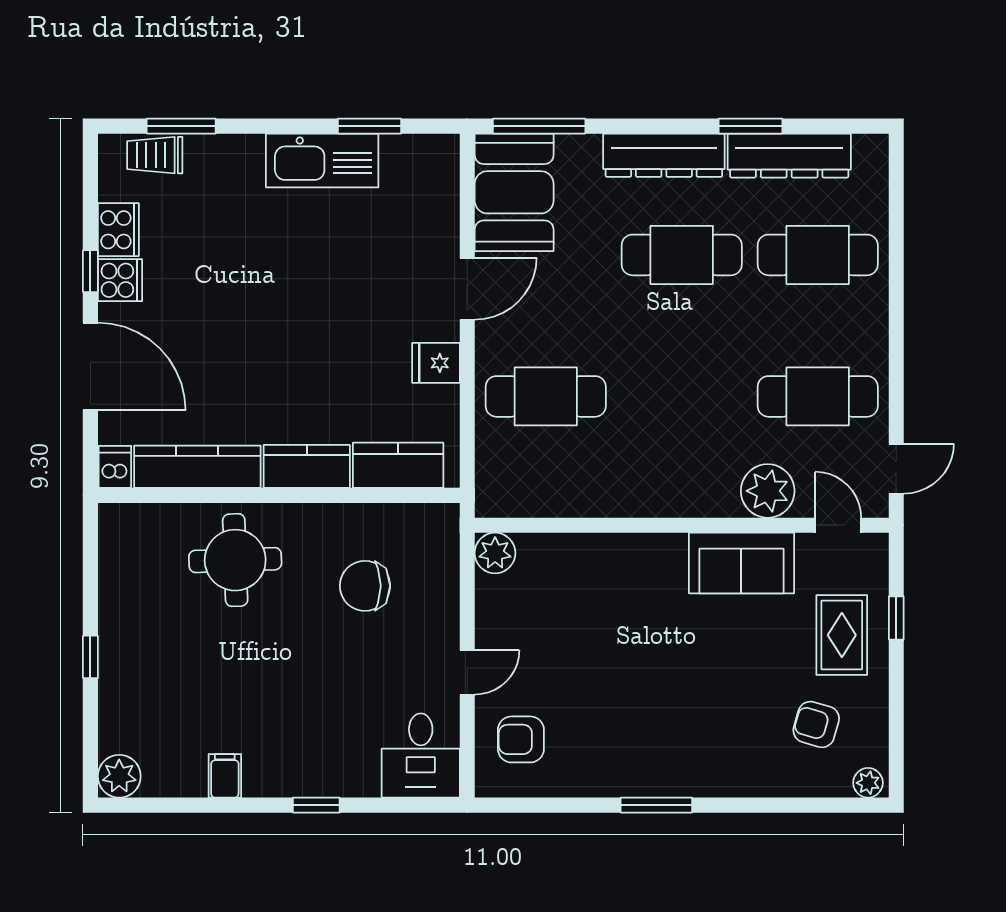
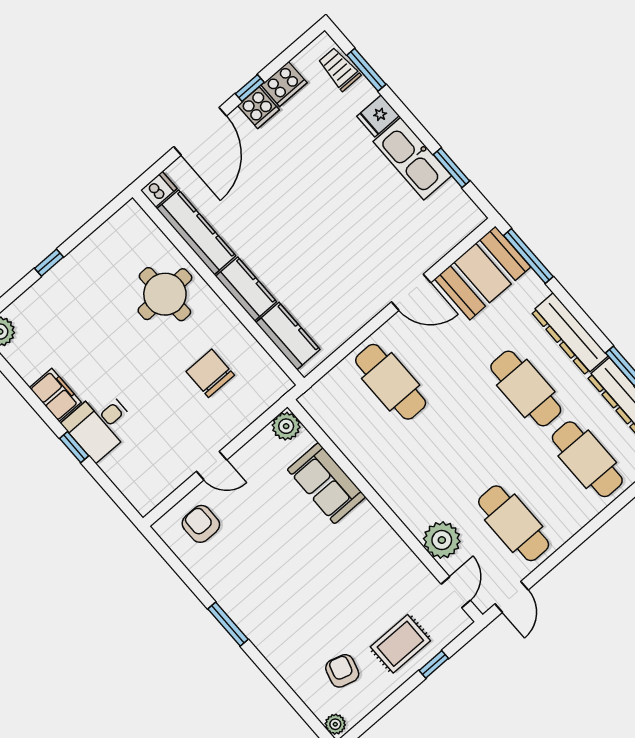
fridge: (436, 363) -> (378, 116), moved, turned -90
door: (896, 469) -> (512, 597), hinge flipped
sofa: (741, 563) -> (326, 483), moved
desk: (421, 755) -> (100, 425), moved
filing cabinet: (225, 776) -> (55, 395), width x2.00

